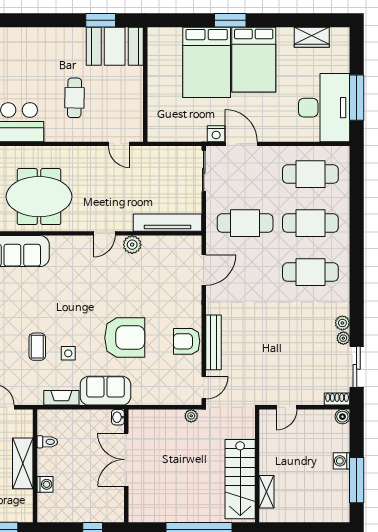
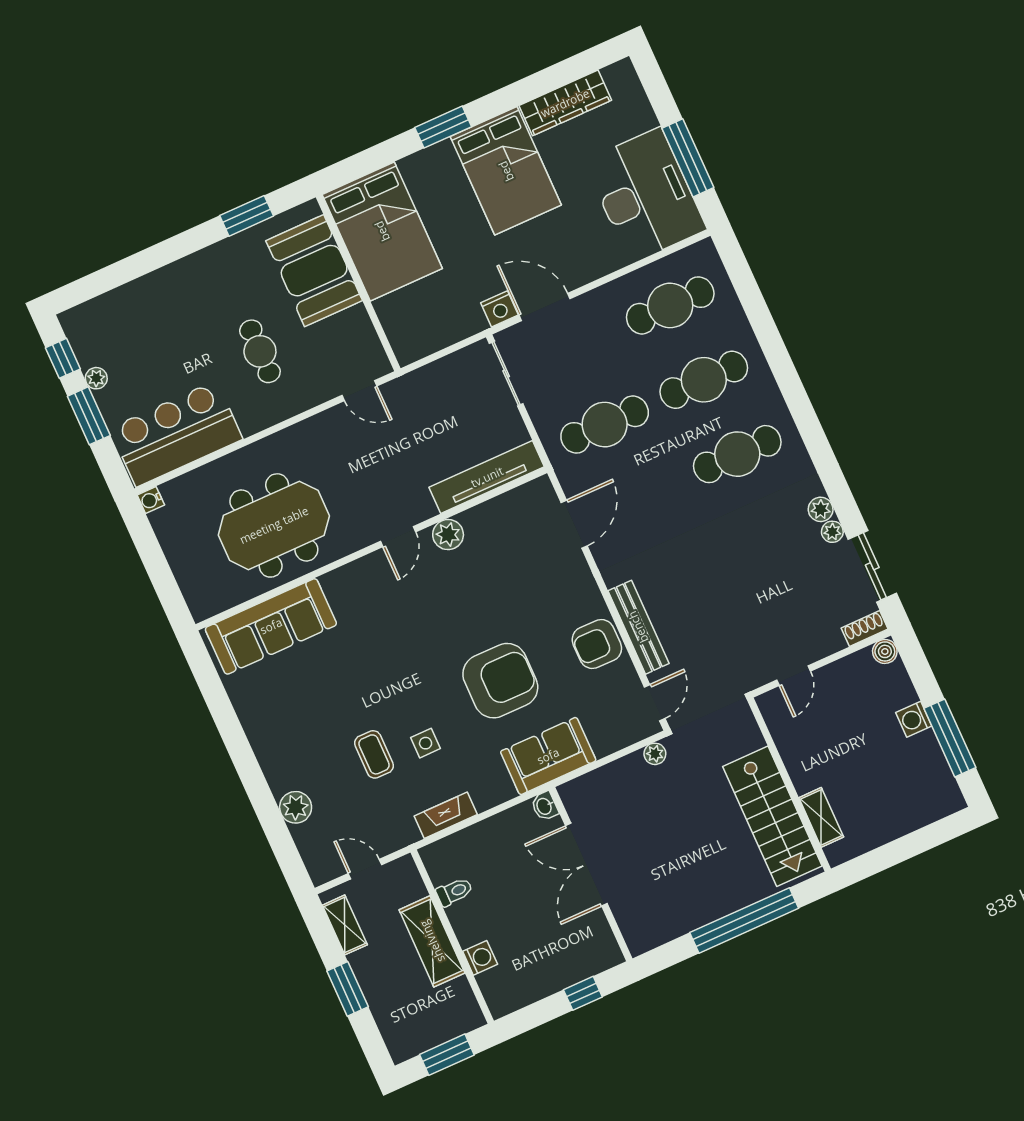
wardrobe: (312, 37) -> (565, 103), width x1.50
booth: (115, 46) -> (314, 271), moved, turned 90
bed: (207, 62) -> (382, 231), moved
sofa: (105, 391) -> (548, 756), moved

